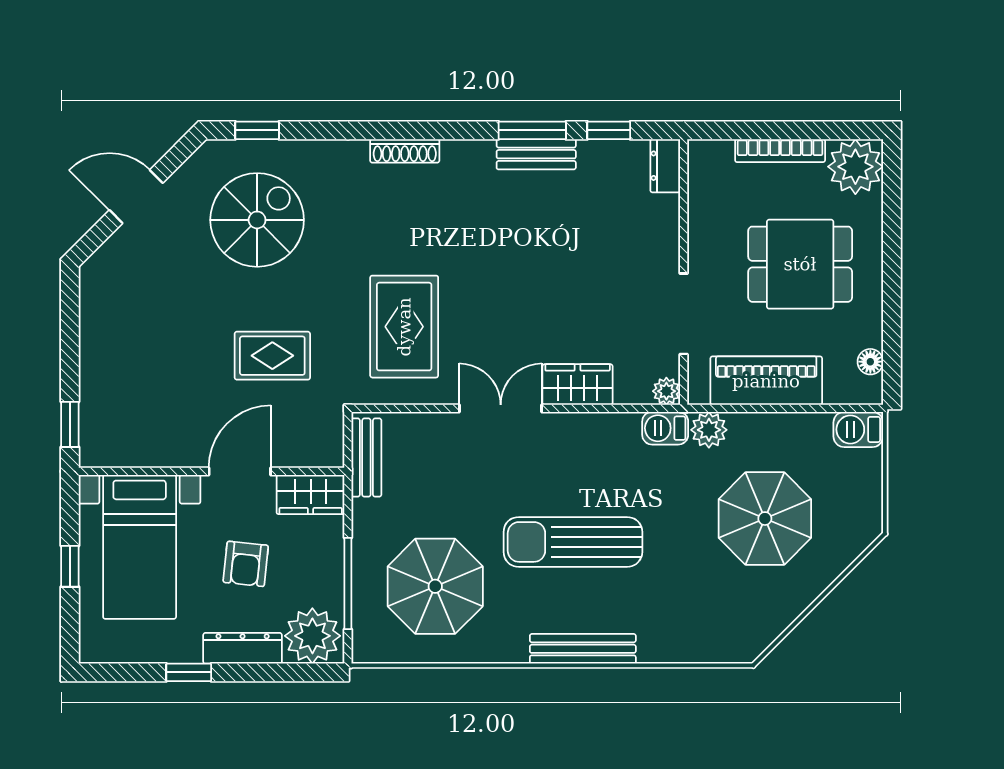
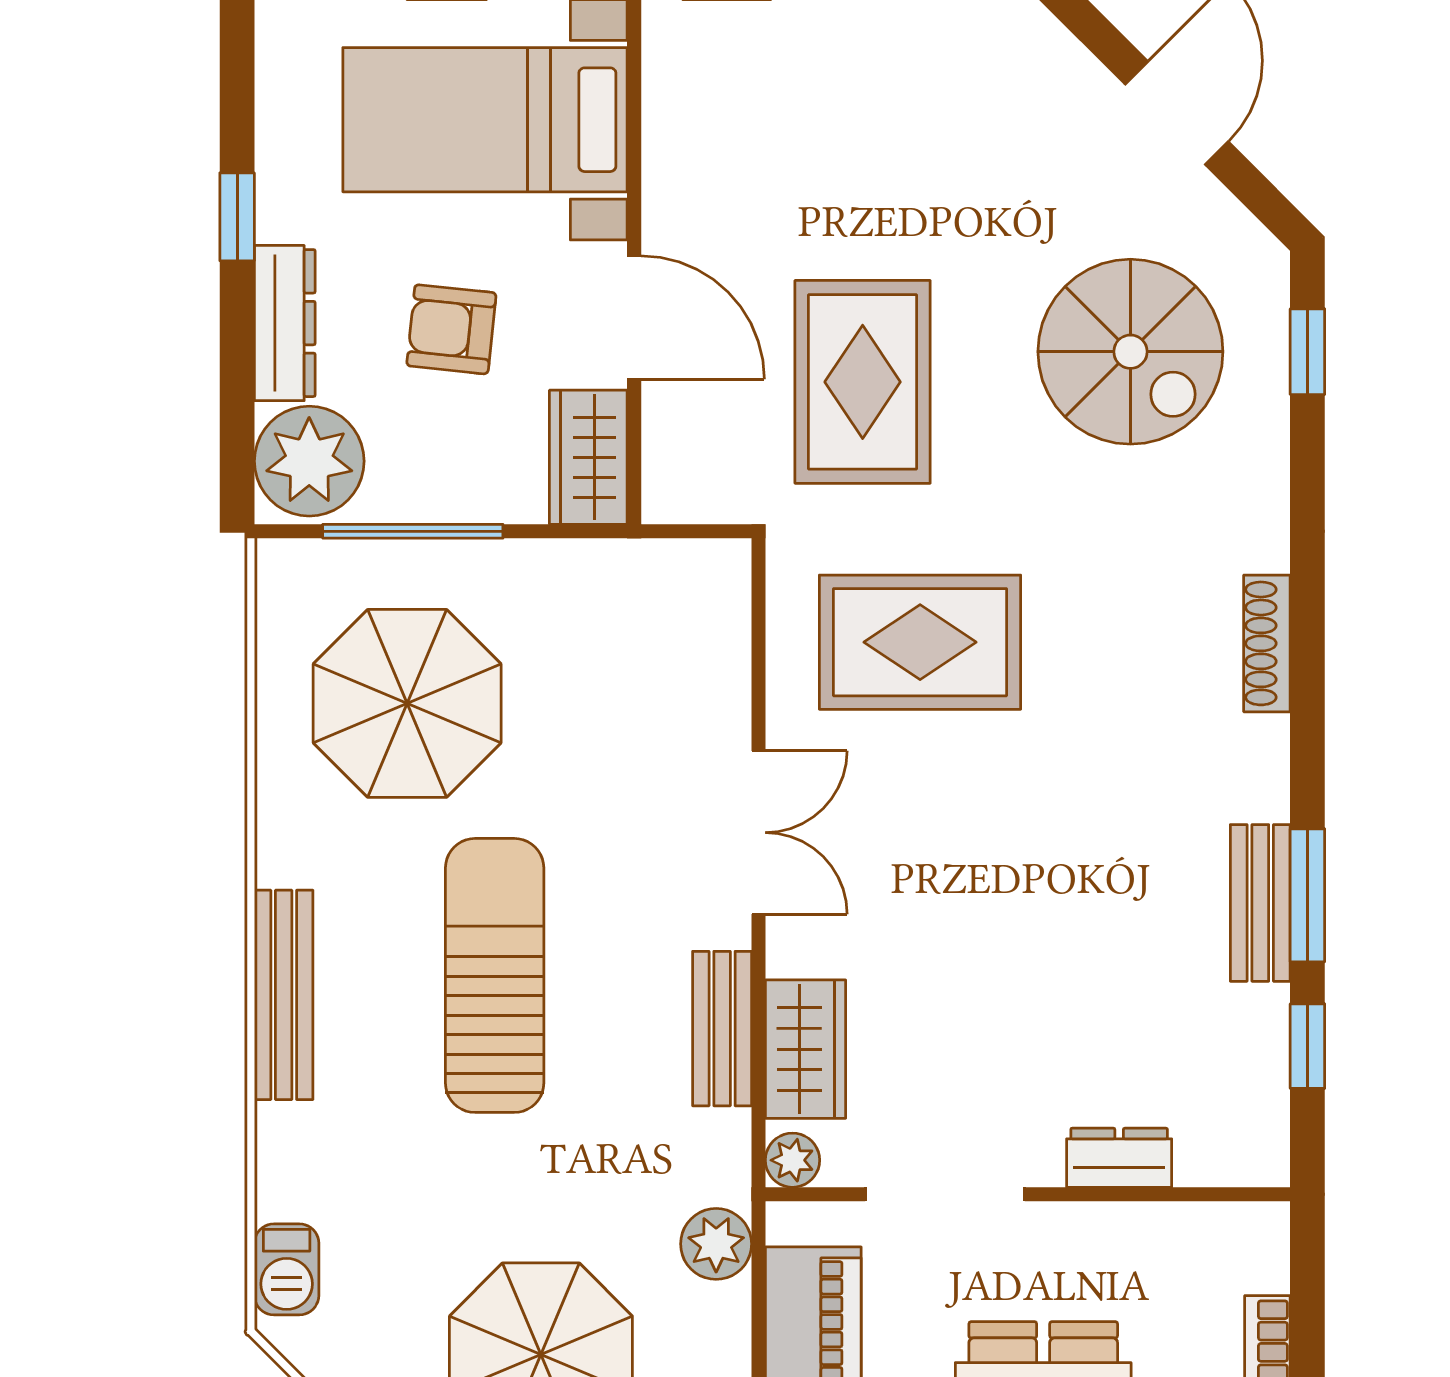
dresser: (665, 166) -> (1119, 1158), moved
rug: (272, 356) -> (863, 382), width x1.36, depth x1.43
wardrobe: (578, 385) -> (806, 1049), moved
barbecue: (665, 428) -> (287, 1269), moved, turned 180
bench: (366, 458) -> (722, 1029), moved, turned 90

